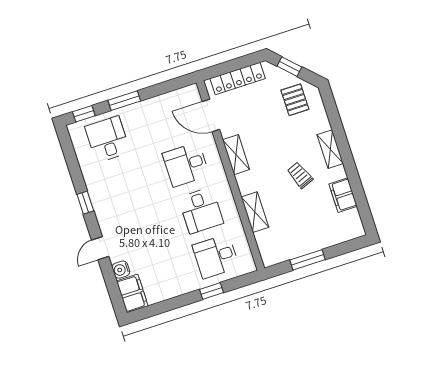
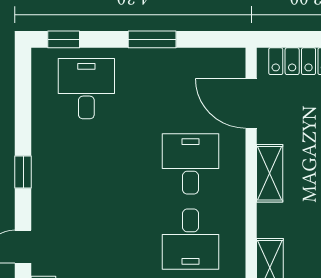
window: (124, 101) -> (152, 39), moved
desk: (186, 165) -> (190, 164), turned 90

